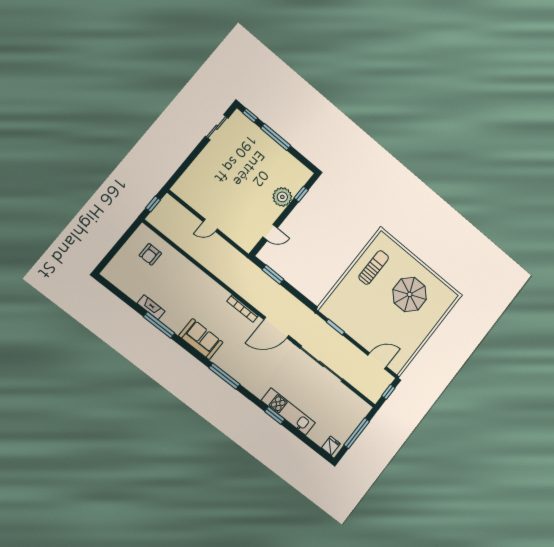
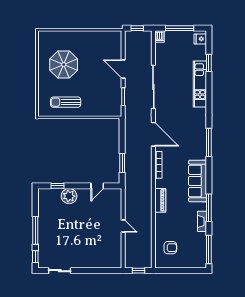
door: (270, 232) -> (97, 186), swing flipped
piano: (206, 282) -> (160, 200), added
window: (116, 292) -> (209, 249), added
sofa: (201, 339) -> (198, 181), width x1.36
door: (377, 361) -> (123, 69), moved
dishwasher: (364, 407) -> (159, 37), added
window: (275, 415) -> (209, 63), moved

